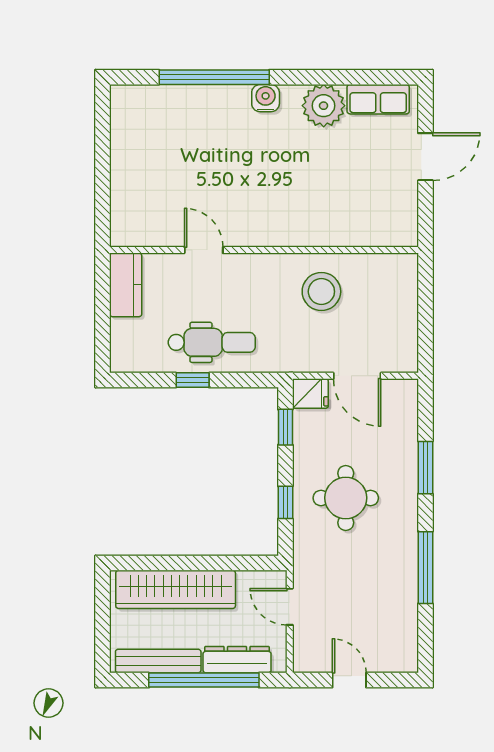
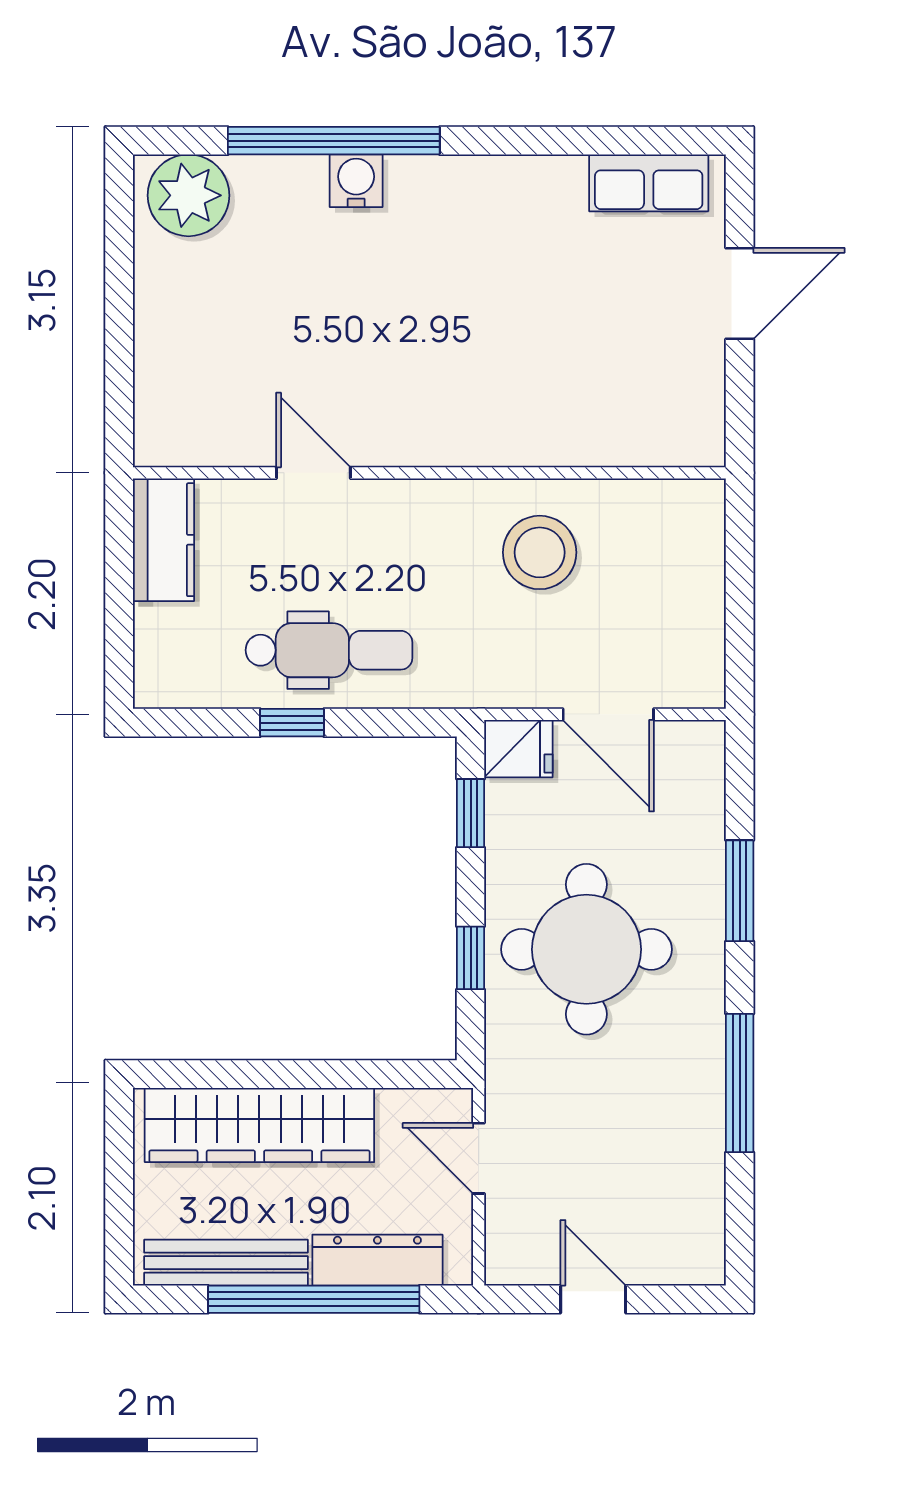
water cooler: (266, 98) -> (356, 181), moved
plant: (324, 106) -> (188, 195), moved
round table: (346, 498) -> (586, 949), width x1.36, depth x1.36

